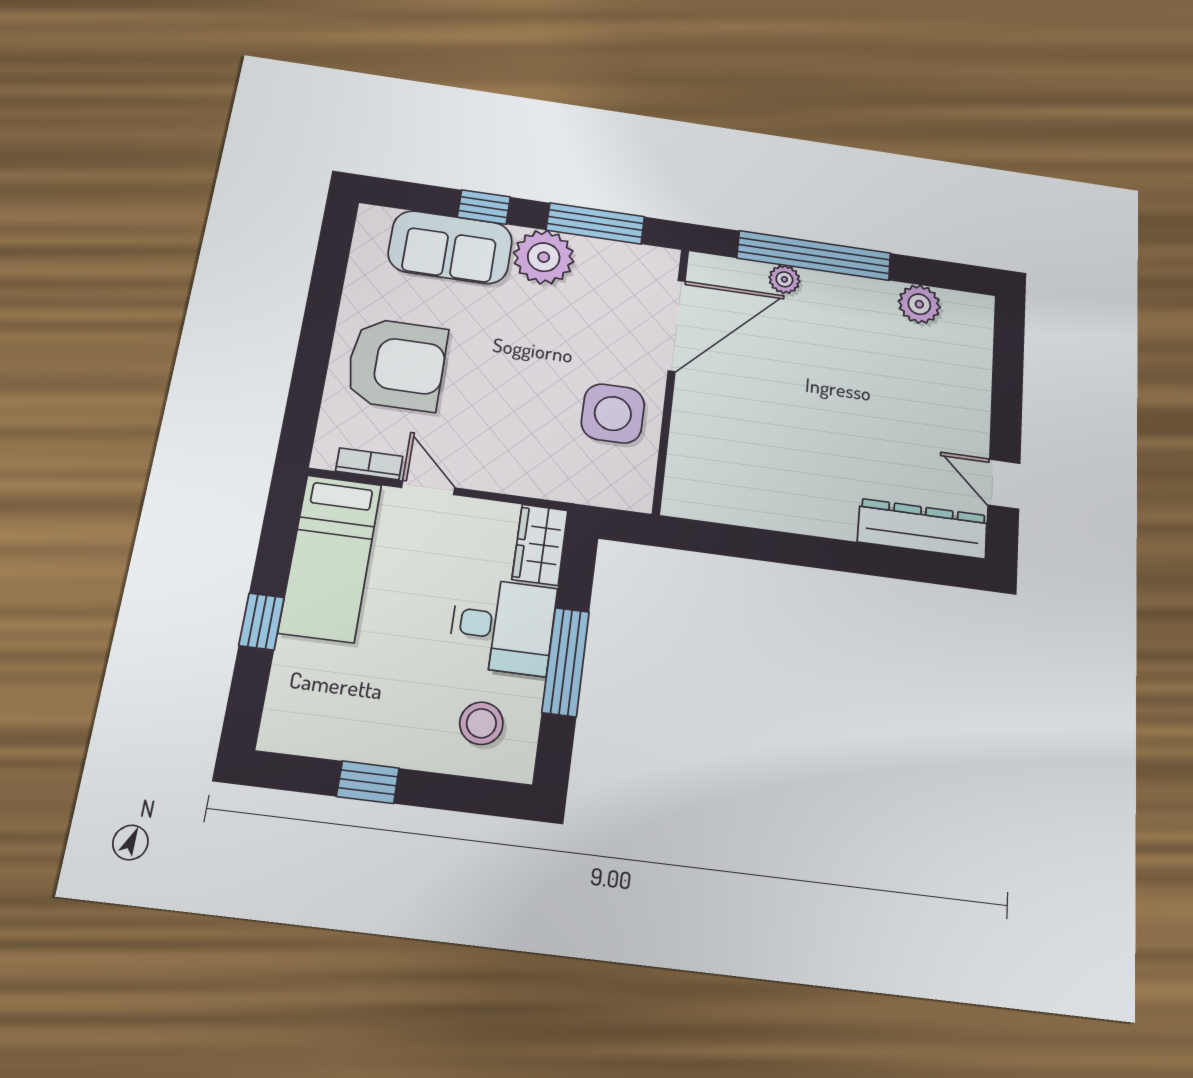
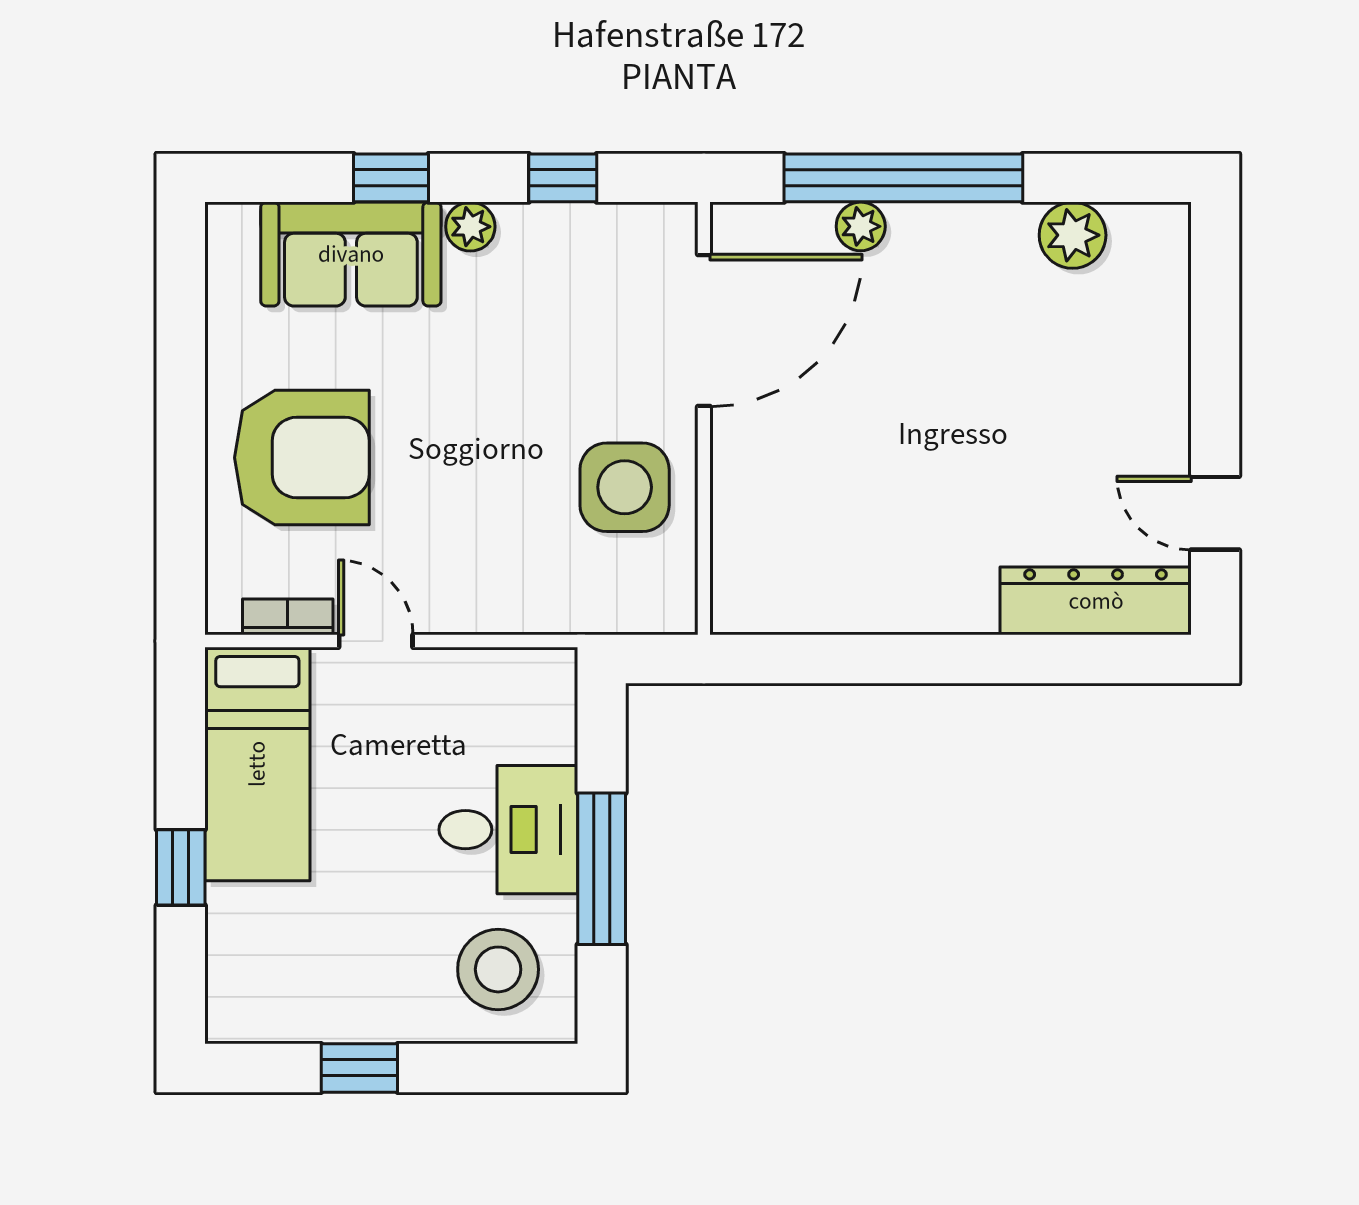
window: (595, 223) -> (563, 178), width x0.46
plant: (544, 257) -> (470, 227), width x0.53, depth x0.53
wardrobe: (540, 545) -> (545, 704), removed
stool: (481, 723) -> (498, 969), width x1.38, depth x1.38

